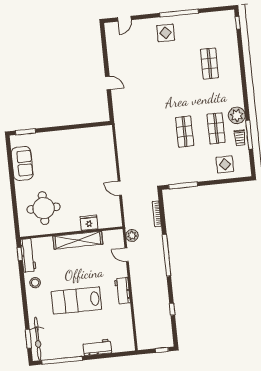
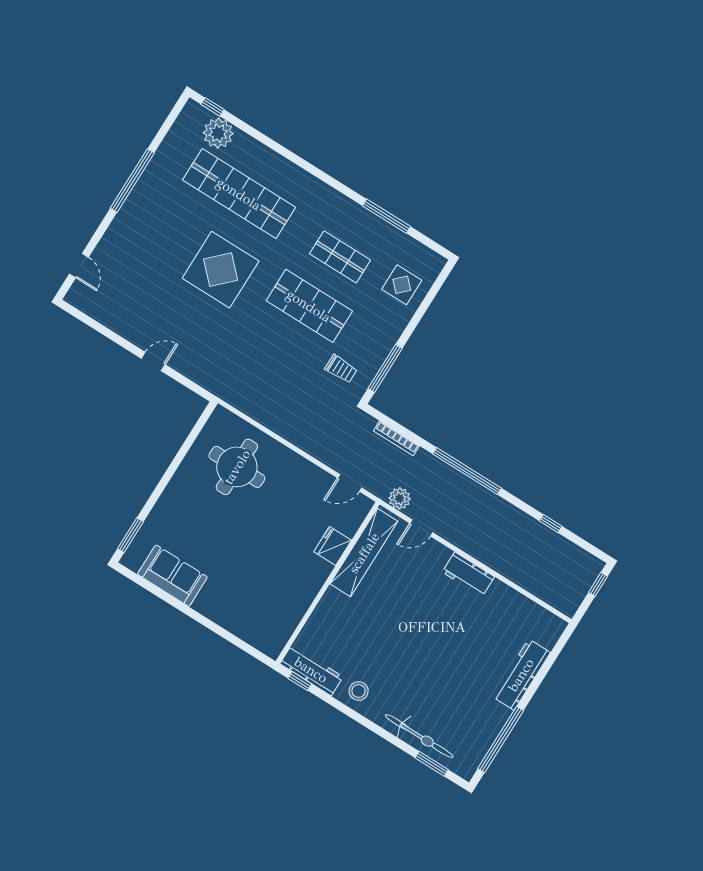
display table: (166, 33) -> (221, 270), moved, width x1.86, depth x1.86
shop shelf: (209, 64) -> (239, 194), width x2.00, depth x1.36
plant: (237, 115) -> (218, 133), moved
shop shelf: (185, 132) -> (309, 306), width x1.43, depth x1.36
trolley: (240, 138) -> (341, 369), moved
door: (120, 188) -> (350, 483), moved
round table: (44, 208) -> (237, 467), moved
shelving: (78, 240) -> (364, 553), moved
lab bench: (76, 300) -> (431, 652), removed
bicycle: (38, 339) -> (419, 736), moved
workbench: (97, 347) -> (521, 675), width x1.38

